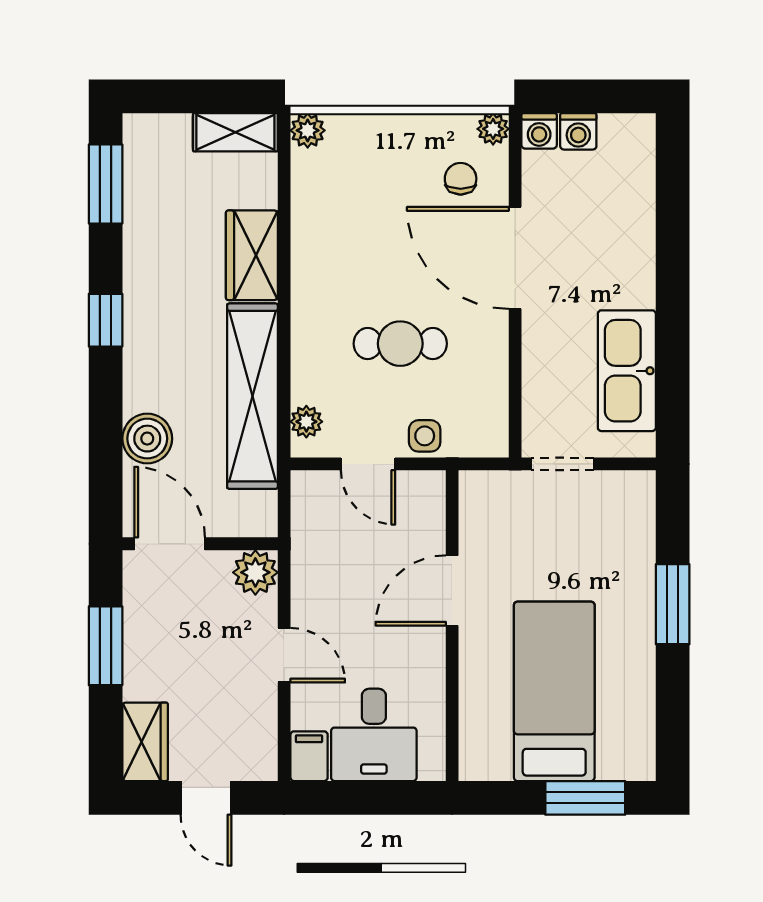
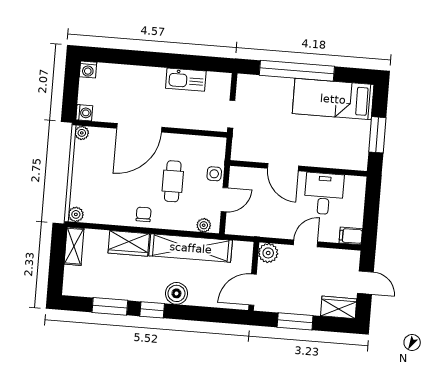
washing machine: (578, 131) -> (88, 69), moved, turned 90
chair: (461, 179) -> (144, 214), moved, turned 90
window: (106, 184) -> (110, 306), moved
kitchen sink: (627, 371) -> (186, 80), width x0.73, depth x0.81
boiler: (147, 439) -> (176, 293), moved
window: (673, 604) -> (297, 71), width x2.11
bed: (554, 691) -> (333, 99), moved
desk: (374, 735) -> (324, 194), moved, turned -90
door: (206, 798) -> (365, 283), hinge flipped
window: (585, 798) -> (377, 135), moved

